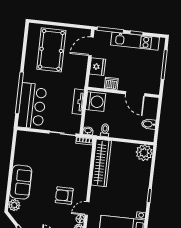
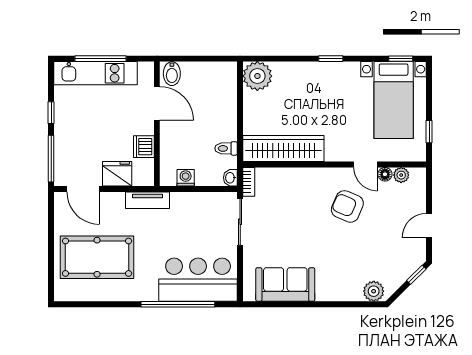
kitchen unit: (135, 41) -> (95, 73), moved, turned 90
door: (135, 94) -> (157, 103), hinge flipped
tv unit: (78, 102) -> (147, 200), moved
washing machine: (96, 102) -> (186, 178), width x0.53, depth x0.53
bidet: (149, 124) -> (172, 74), moved
sofa: (21, 182) -> (285, 284), moved
armchair: (64, 196) -> (347, 206), turned 113

